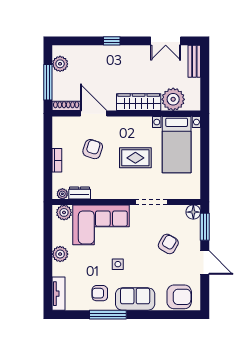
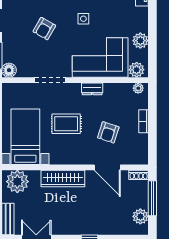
plant: (173, 99) -> (17, 182), moved
shoe rack: (66, 106) -> (139, 175), width x0.70
dresser: (80, 193) -> (92, 89), moved
armchair: (168, 244) -> (44, 29), moved
plant: (60, 254) -> (140, 41), moved

